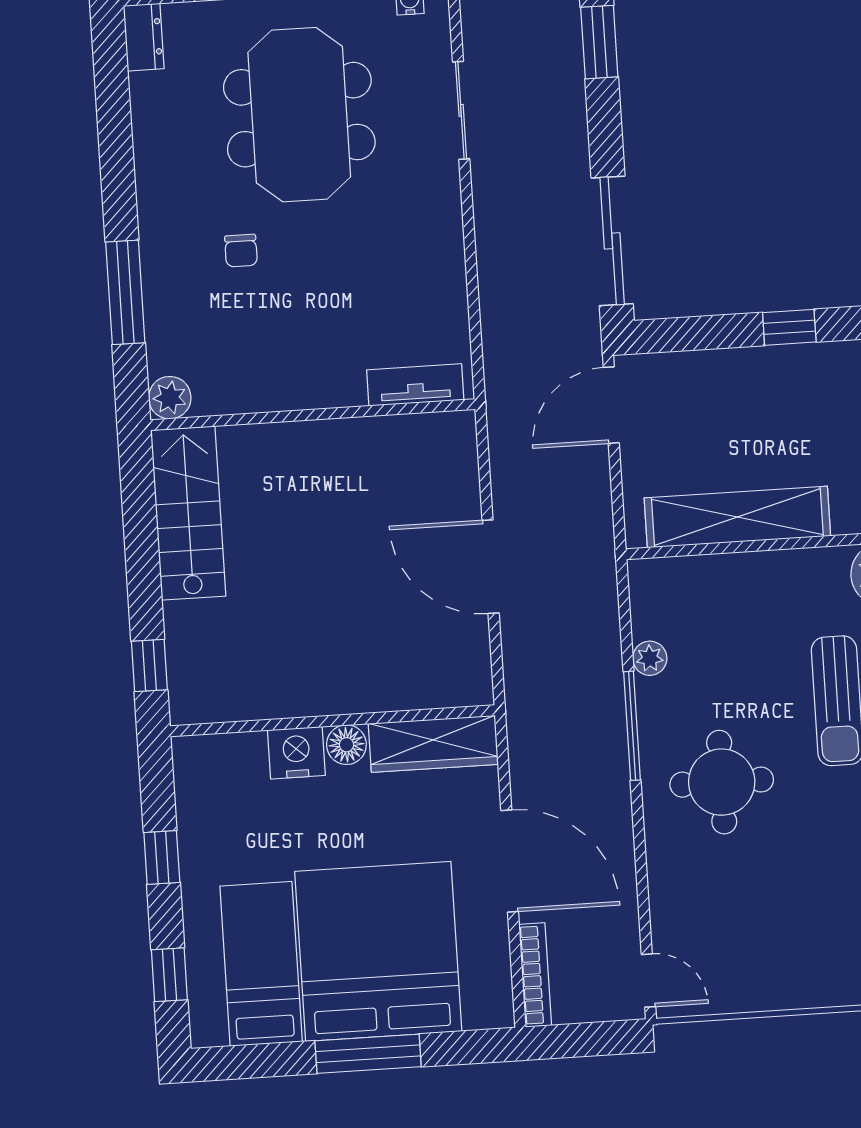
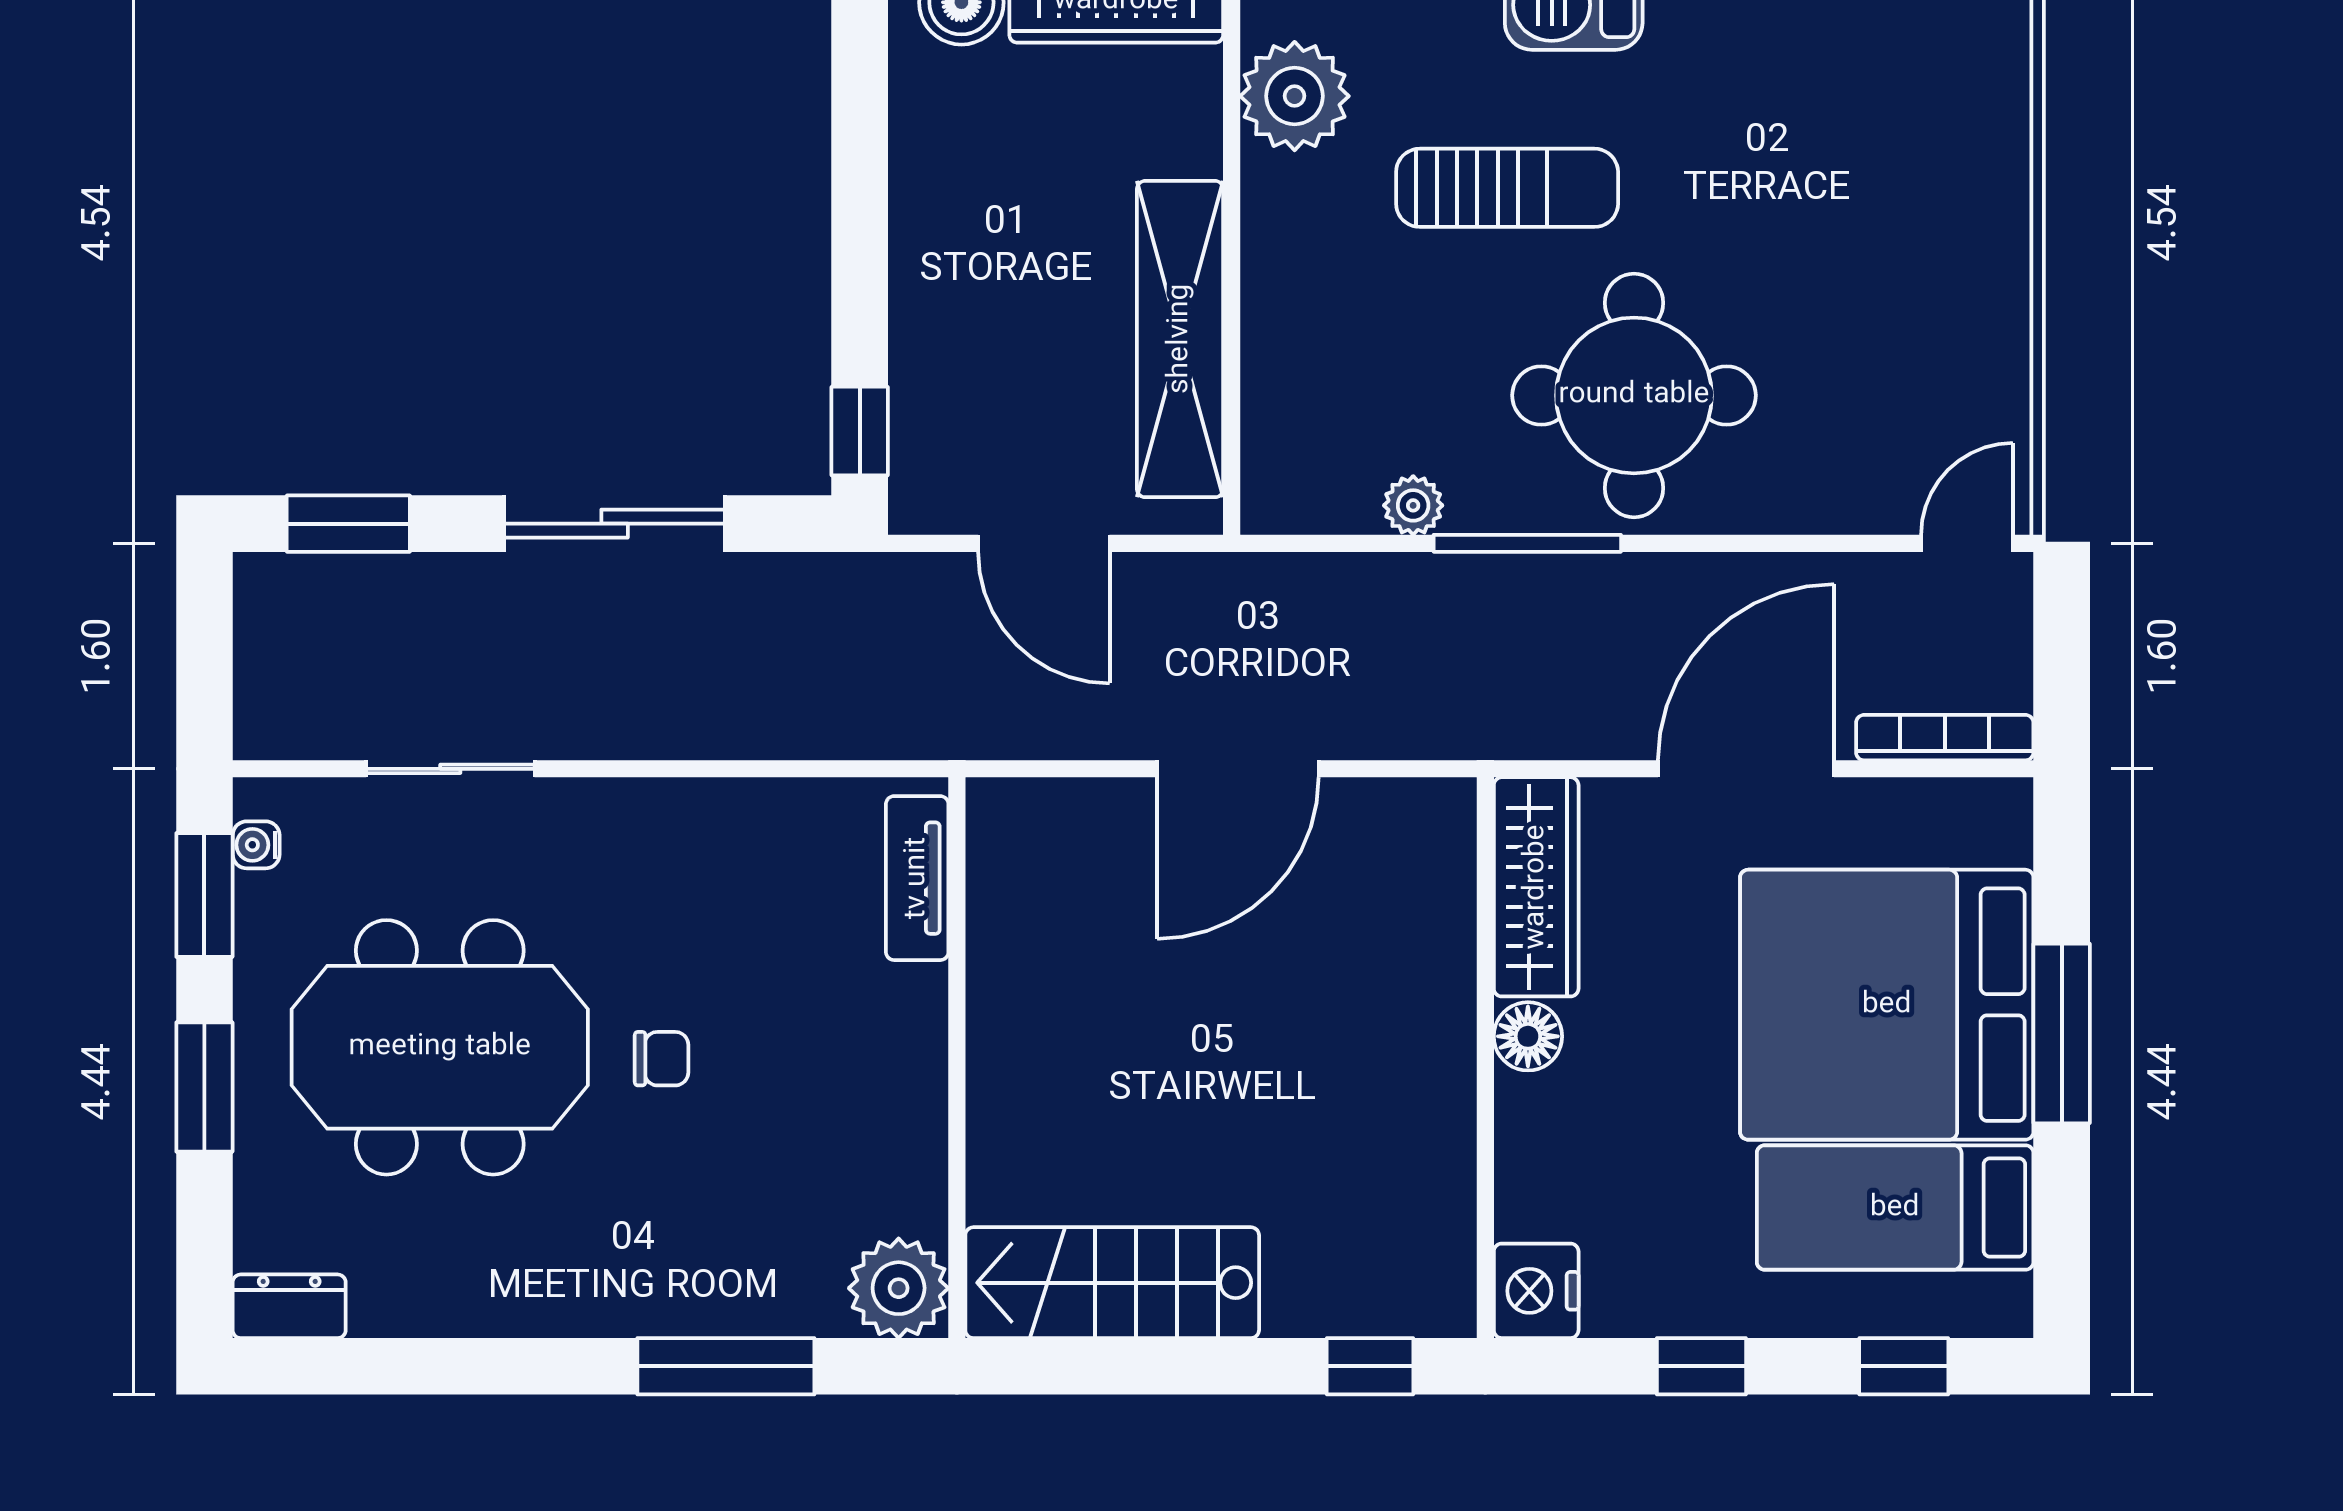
sliding door: (612, 241) -> (615, 524), moved
chair: (241, 251) -> (662, 1059), moved
window: (789, 327) -> (860, 431), moved
plant: (170, 398) -> (899, 1288), width x1.36, depth x1.36
door: (611, 405) -> (1044, 543), moved
nightstand: (296, 753) -> (1536, 1291), moved
round table: (722, 782) -> (1634, 395), width x1.36, depth x1.36

